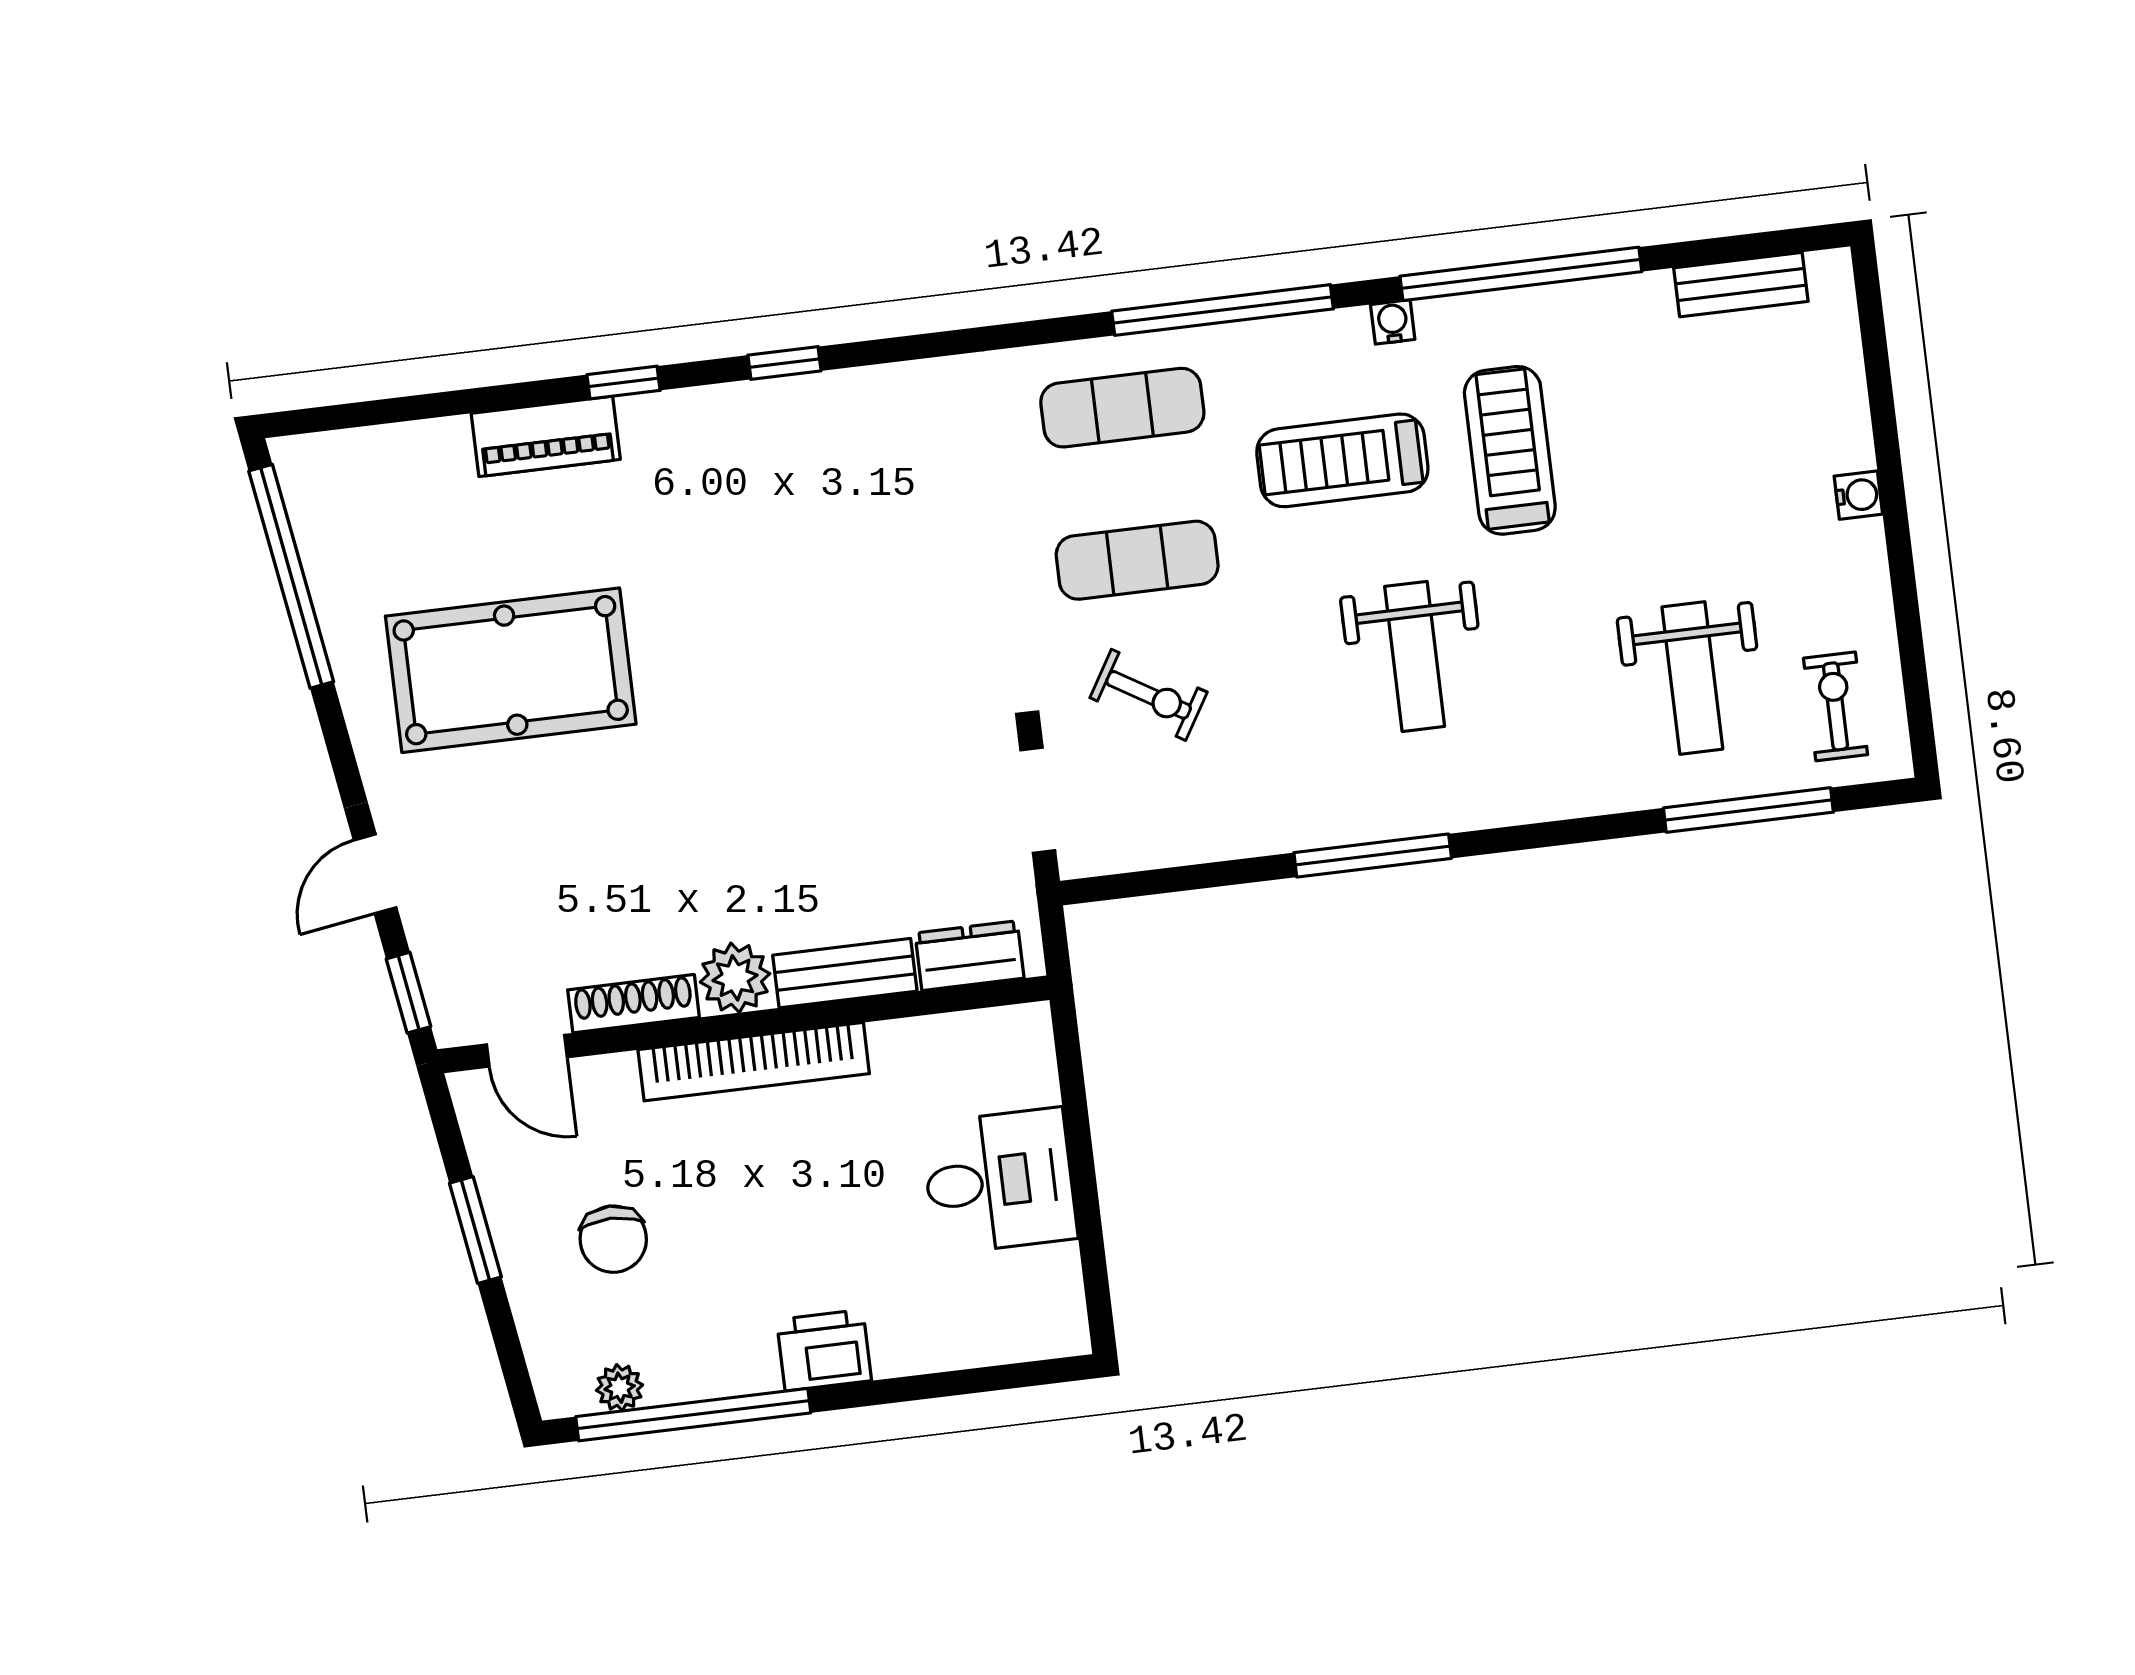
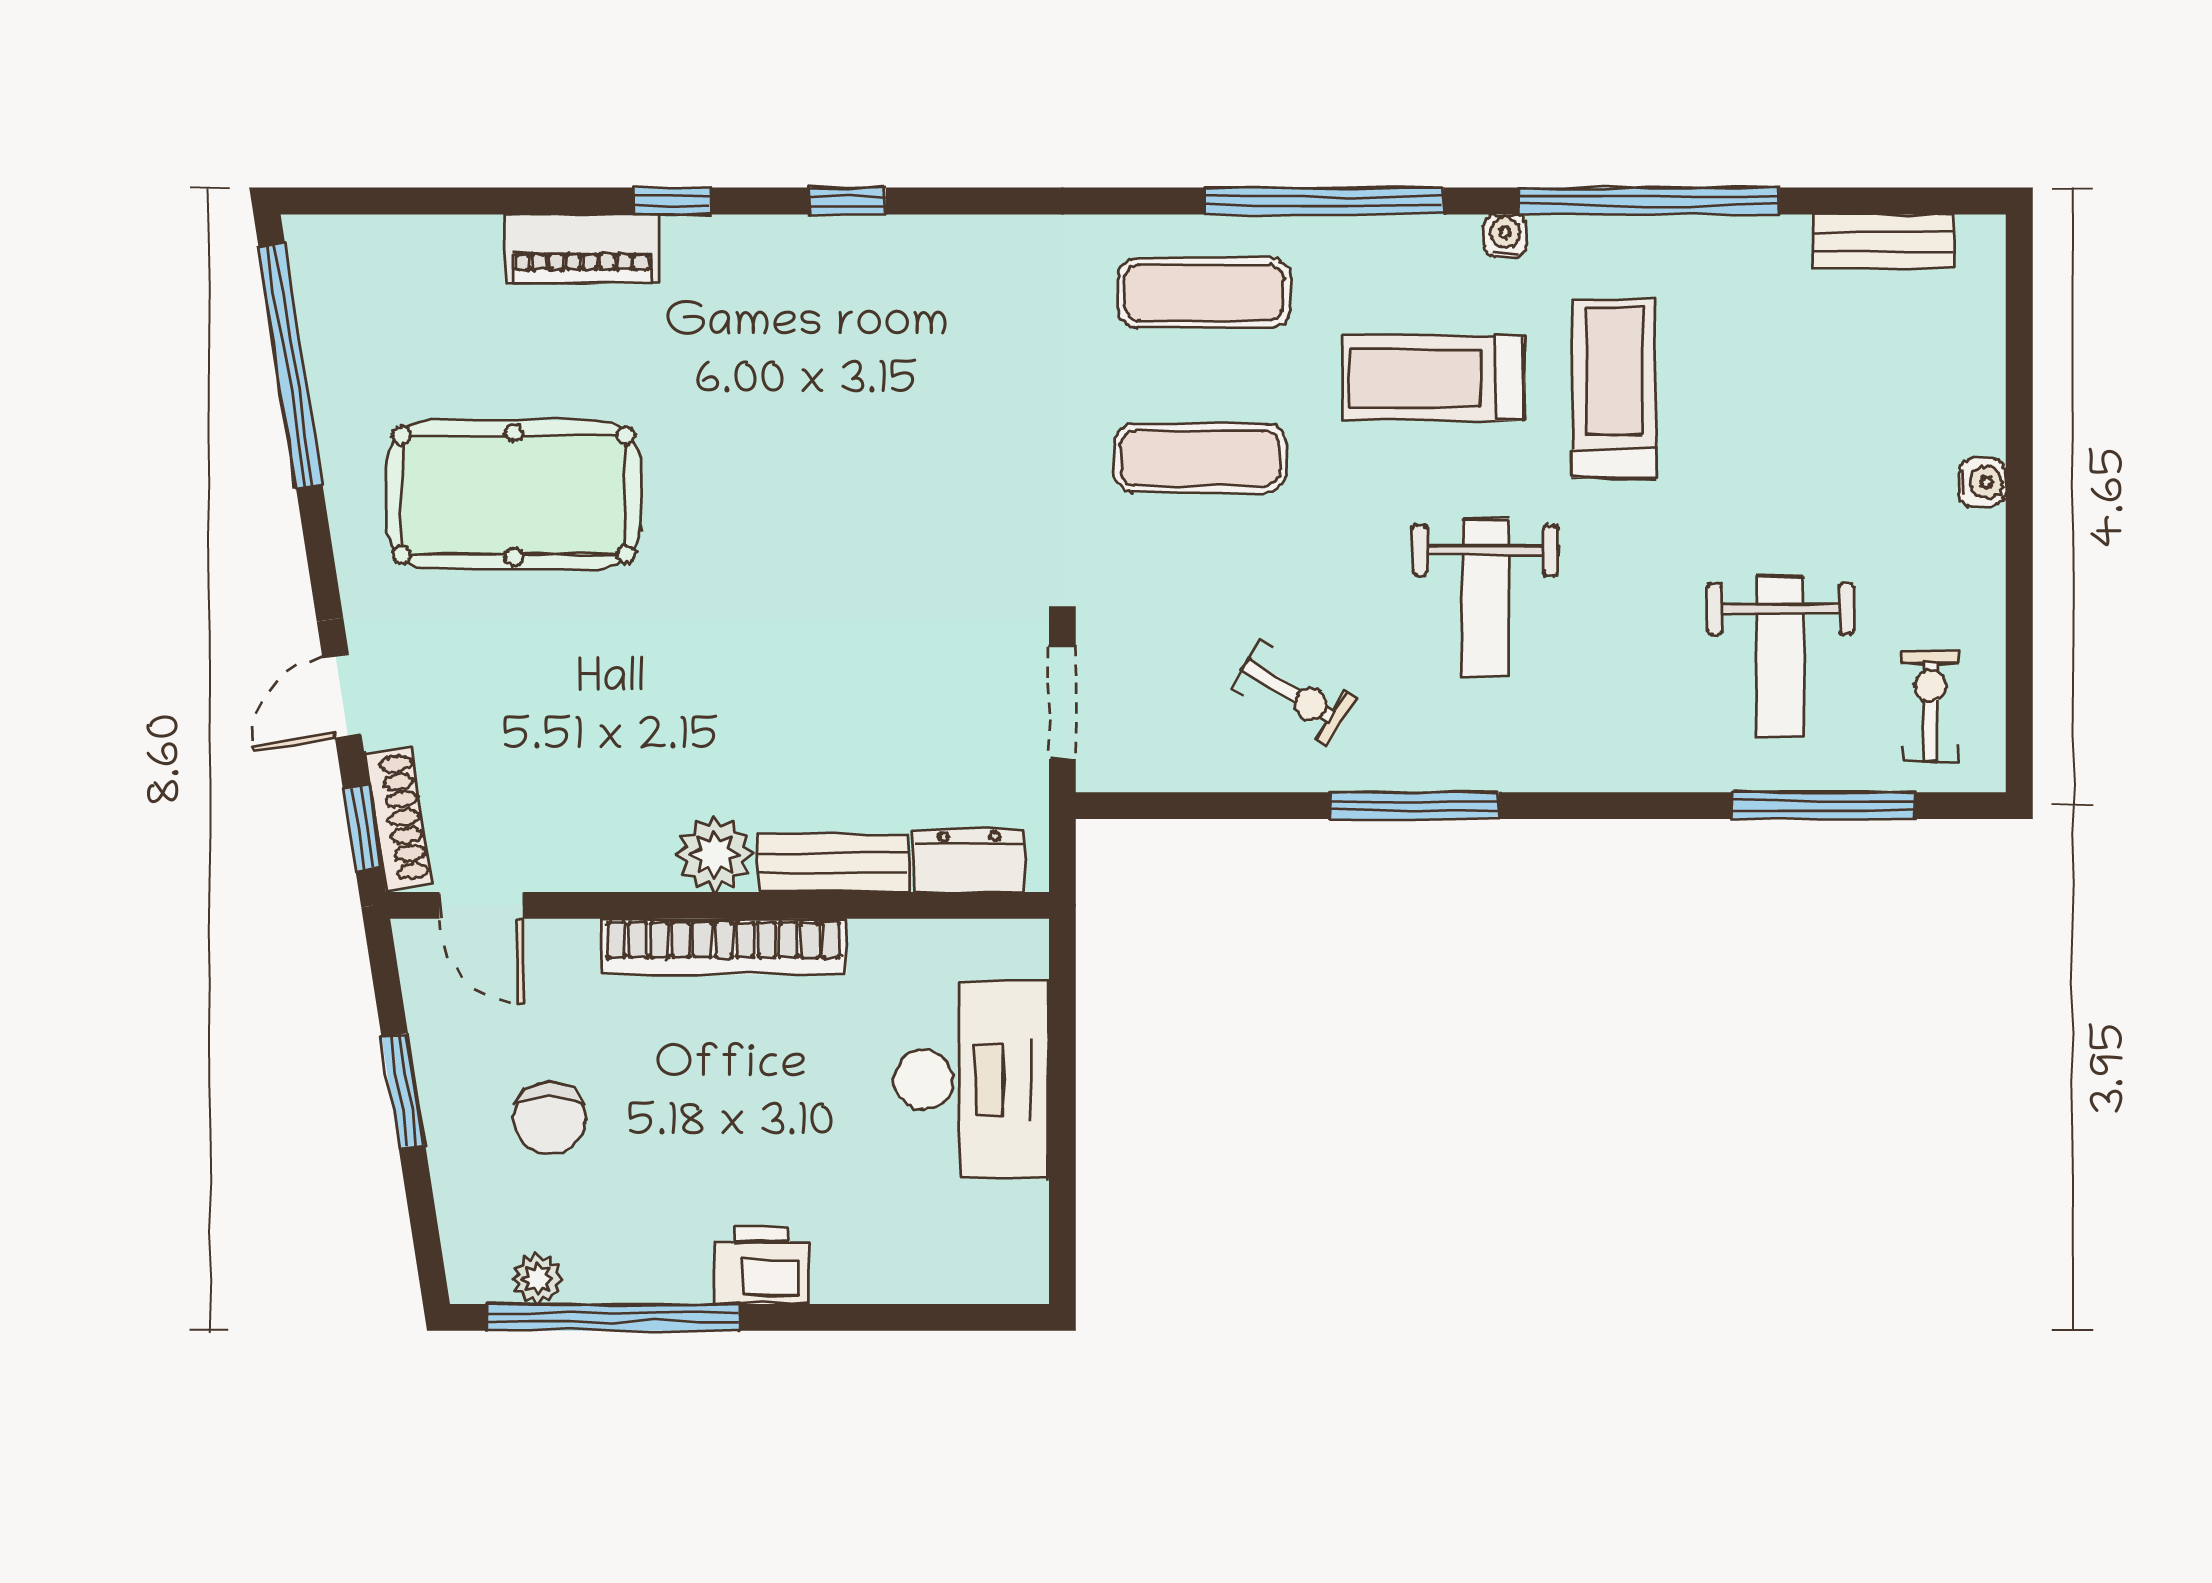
exercise bike: (1149, 695) -> (1293, 693), moved
shoe rack: (634, 1004) -> (398, 818), moved, turned 81
desk: (999, 1181) -> (972, 1080), width x1.37

